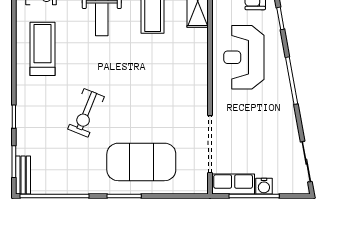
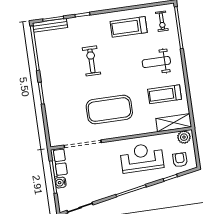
treadmill: (43, 49) -> (129, 27), turned 180
exercise bike: (86, 113) -> (91, 61), turned 68
exercise mat: (141, 162) -> (109, 110), moved, turned 90
bench: (23, 175) -> (50, 25), width x1.36

